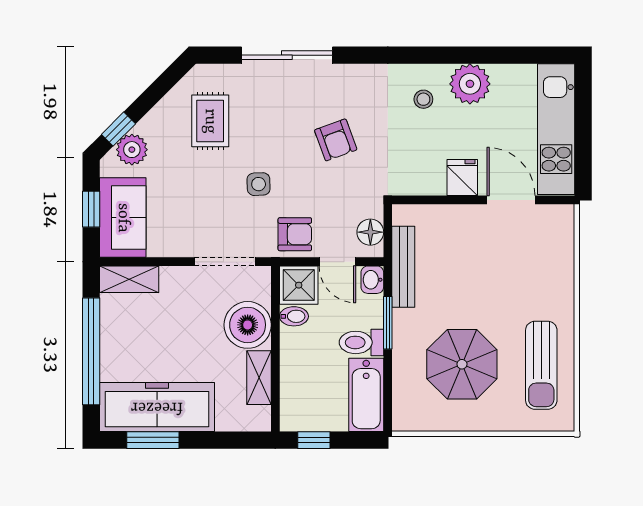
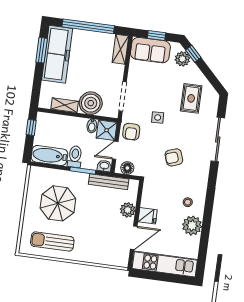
rug: (210, 121) -> (191, 98), turned 90
plant: (456, 220) -> (128, 210), added

